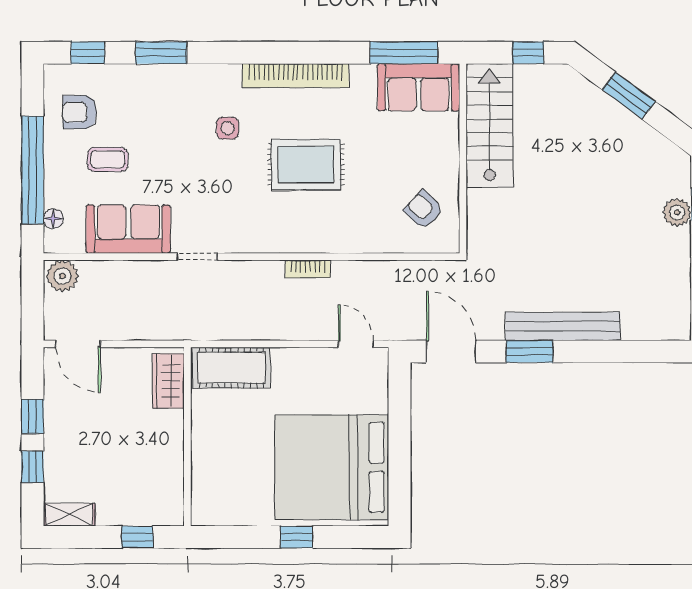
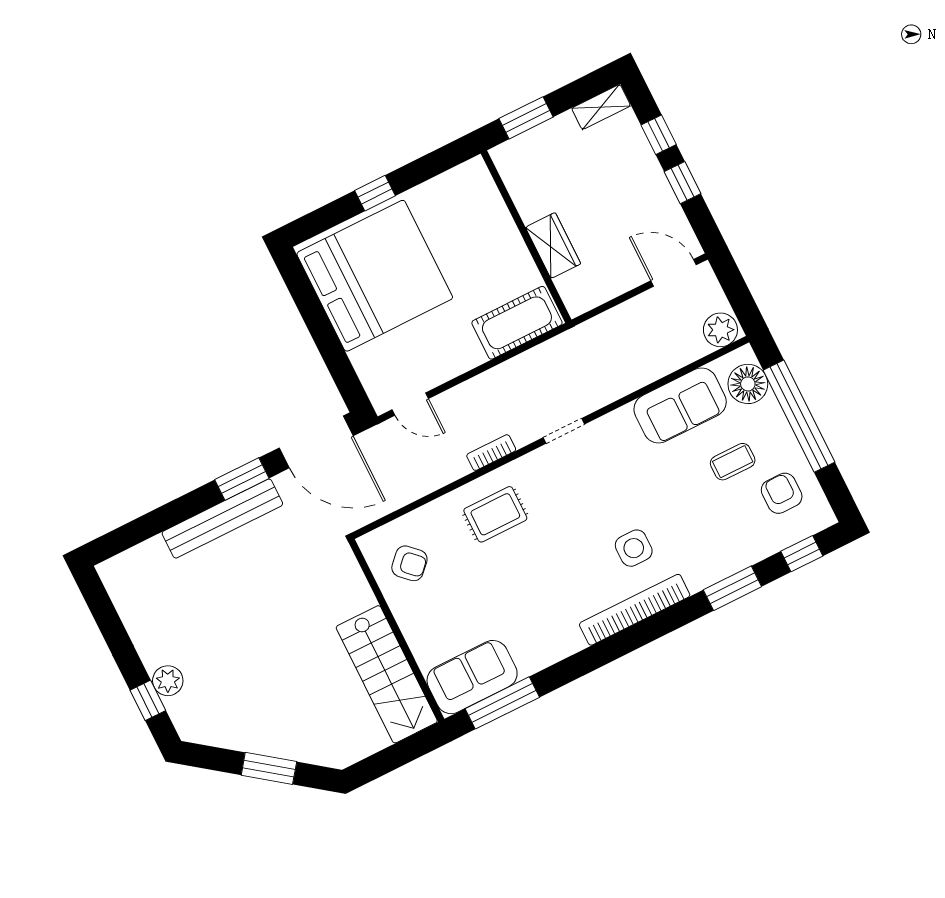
window: (528, 53) -> (384, 762), removed
bookcase: (295, 76) -> (635, 610), moved
armchair: (80, 112) -> (782, 493), turned -90
side table: (228, 128) -> (634, 548), width x1.37, depth x1.37
rug: (306, 165) -> (495, 514), moved, width x0.73, depth x0.70
floor lamp: (53, 219) -> (748, 384), width x1.89, depth x1.89
doorway: (197, 257) -> (564, 431), moved
door: (451, 352) -> (316, 442), width x1.36
wardrobe: (168, 381) -> (553, 245), moved
window: (137, 537) -> (526, 118), width x1.50

